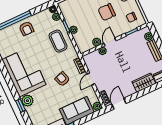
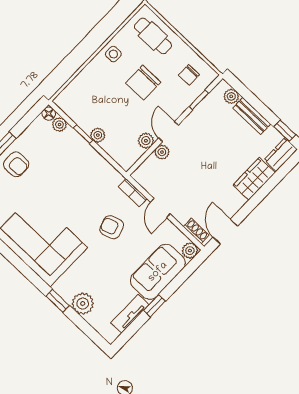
coffee table: (58, 41) -> (79, 165), removed
plant: (27, 101) -> (83, 304), moved

